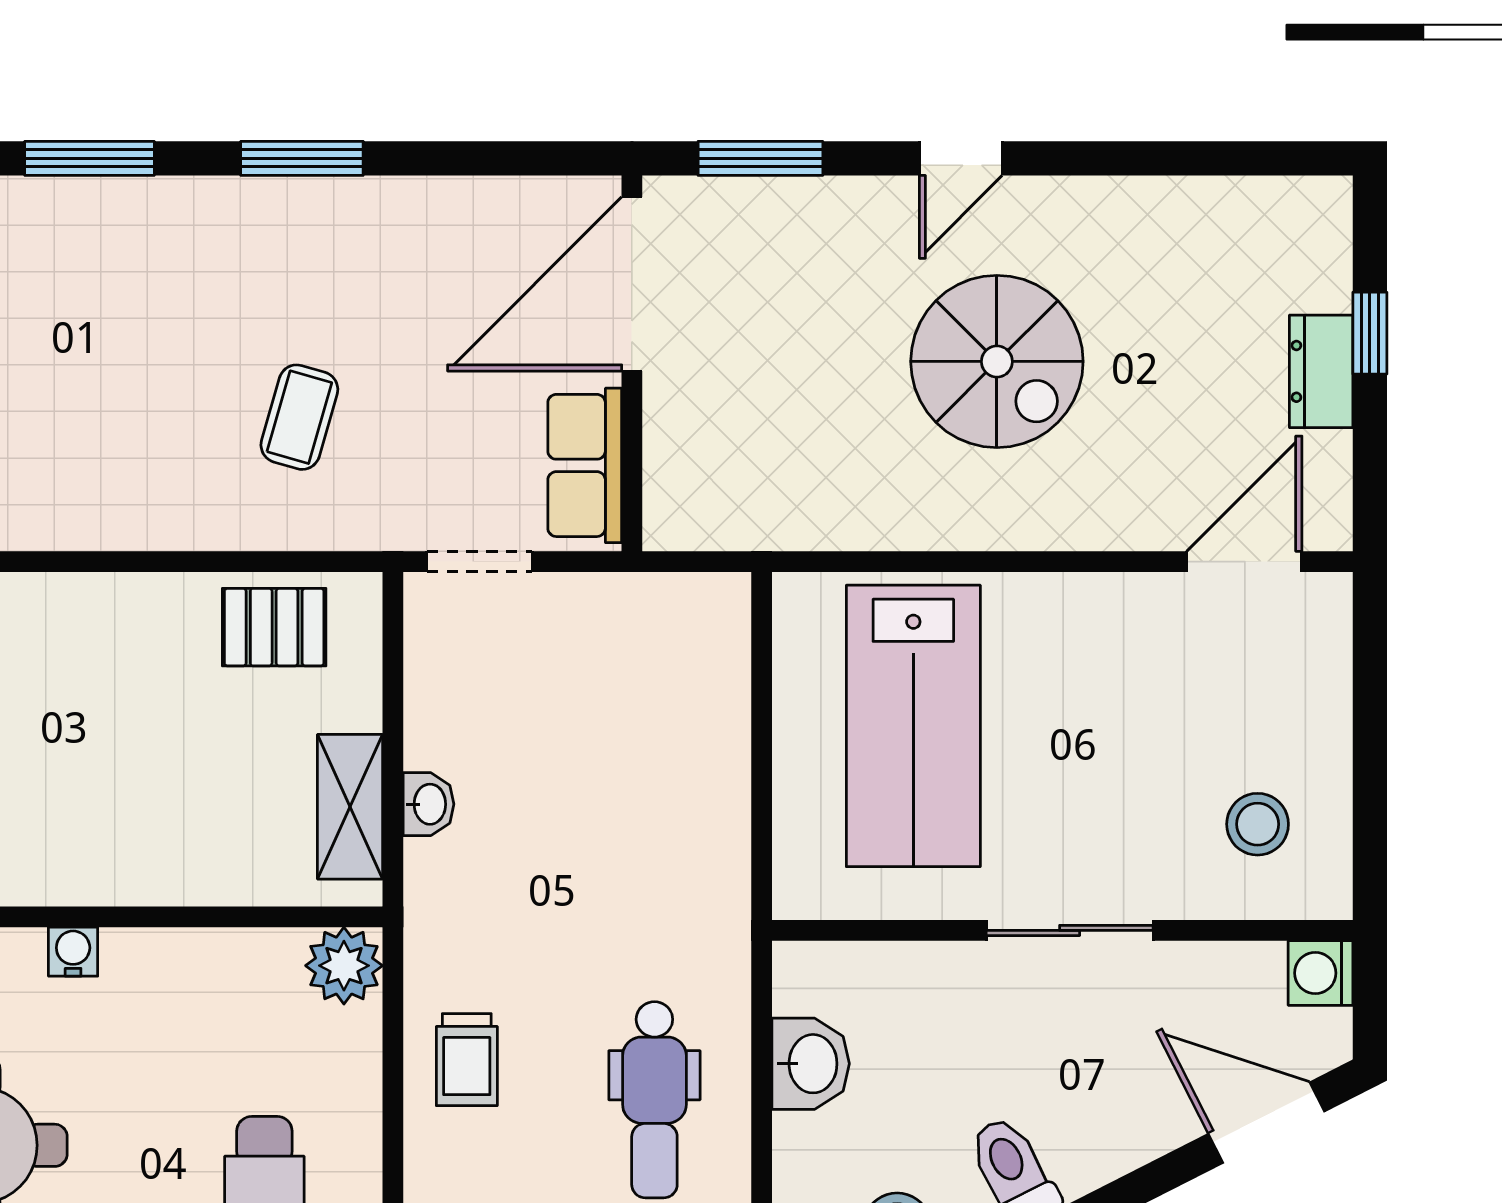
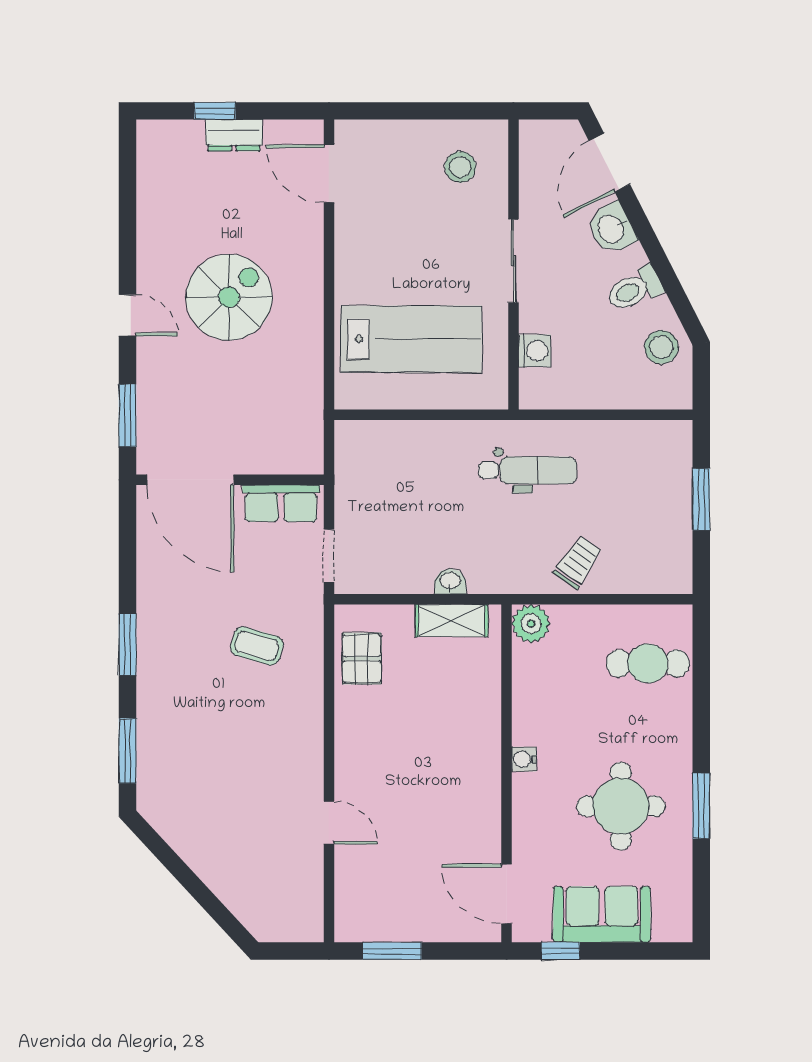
washing machine: (1320, 973) -> (535, 351), moved, turned -90
trolley: (467, 1060) -> (578, 562), turned -55
washbasin: (811, 1064) -> (612, 228), moved, turned -117
dental chair: (654, 1100) -> (528, 470), moved

